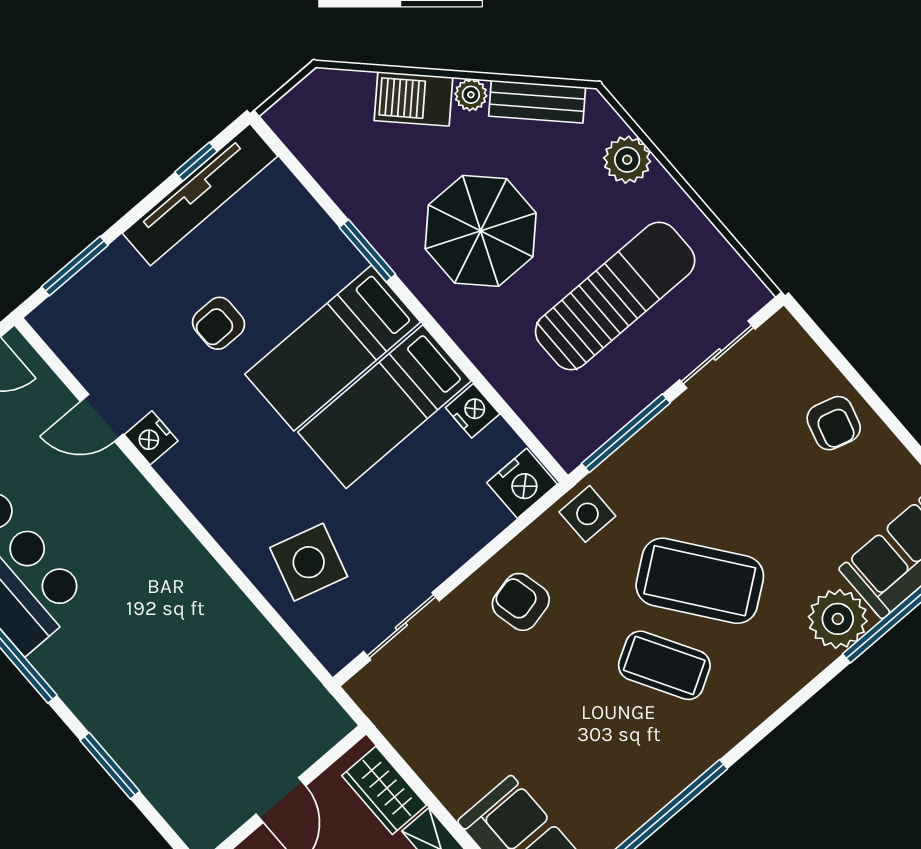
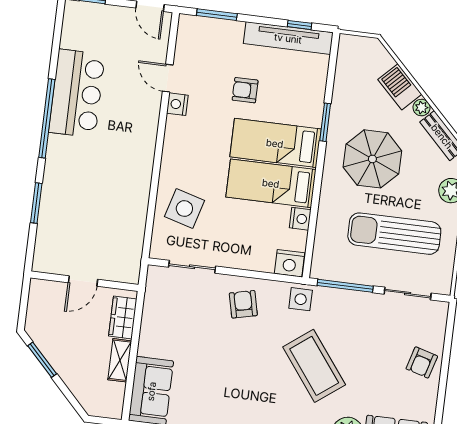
sun lounger: (615, 296) -> (394, 234), turned 180
coffee table: (664, 665) -> (269, 382), removed

